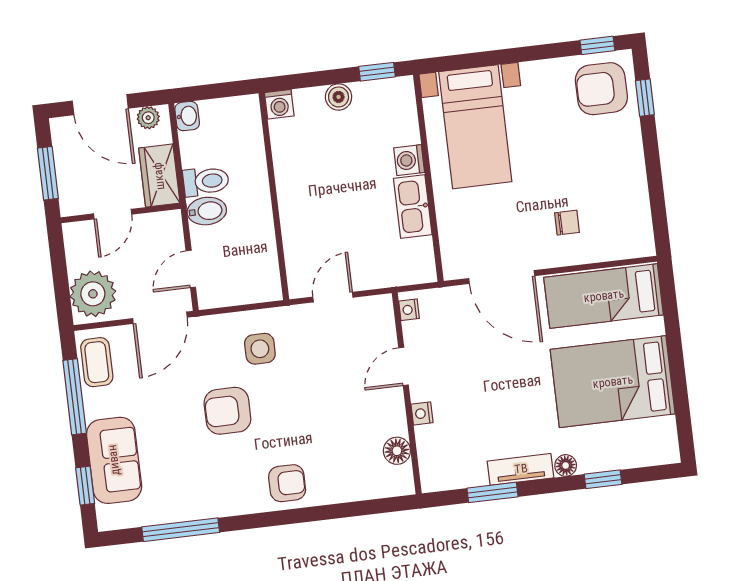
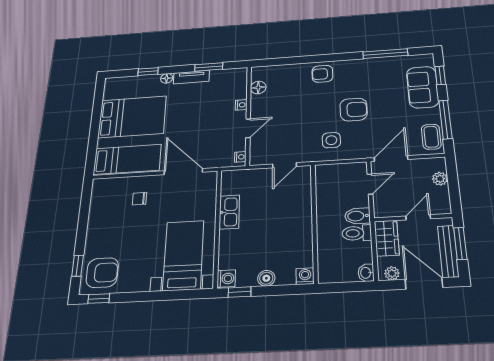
bench: (66, 159) -> (448, 251), added
washing machine: (409, 160) -> (226, 279), moved
plant: (93, 294) -> (440, 179), width x0.53, depth x0.53

